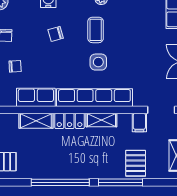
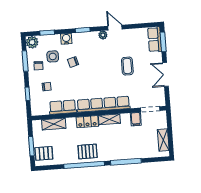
coffee table: (96, 30) -> (127, 66), moved
side table: (98, 62) -> (53, 56), moved
shelving: (36, 121) -> (54, 124), moved
pallet: (136, 163) -> (88, 151), moved, turned 90

